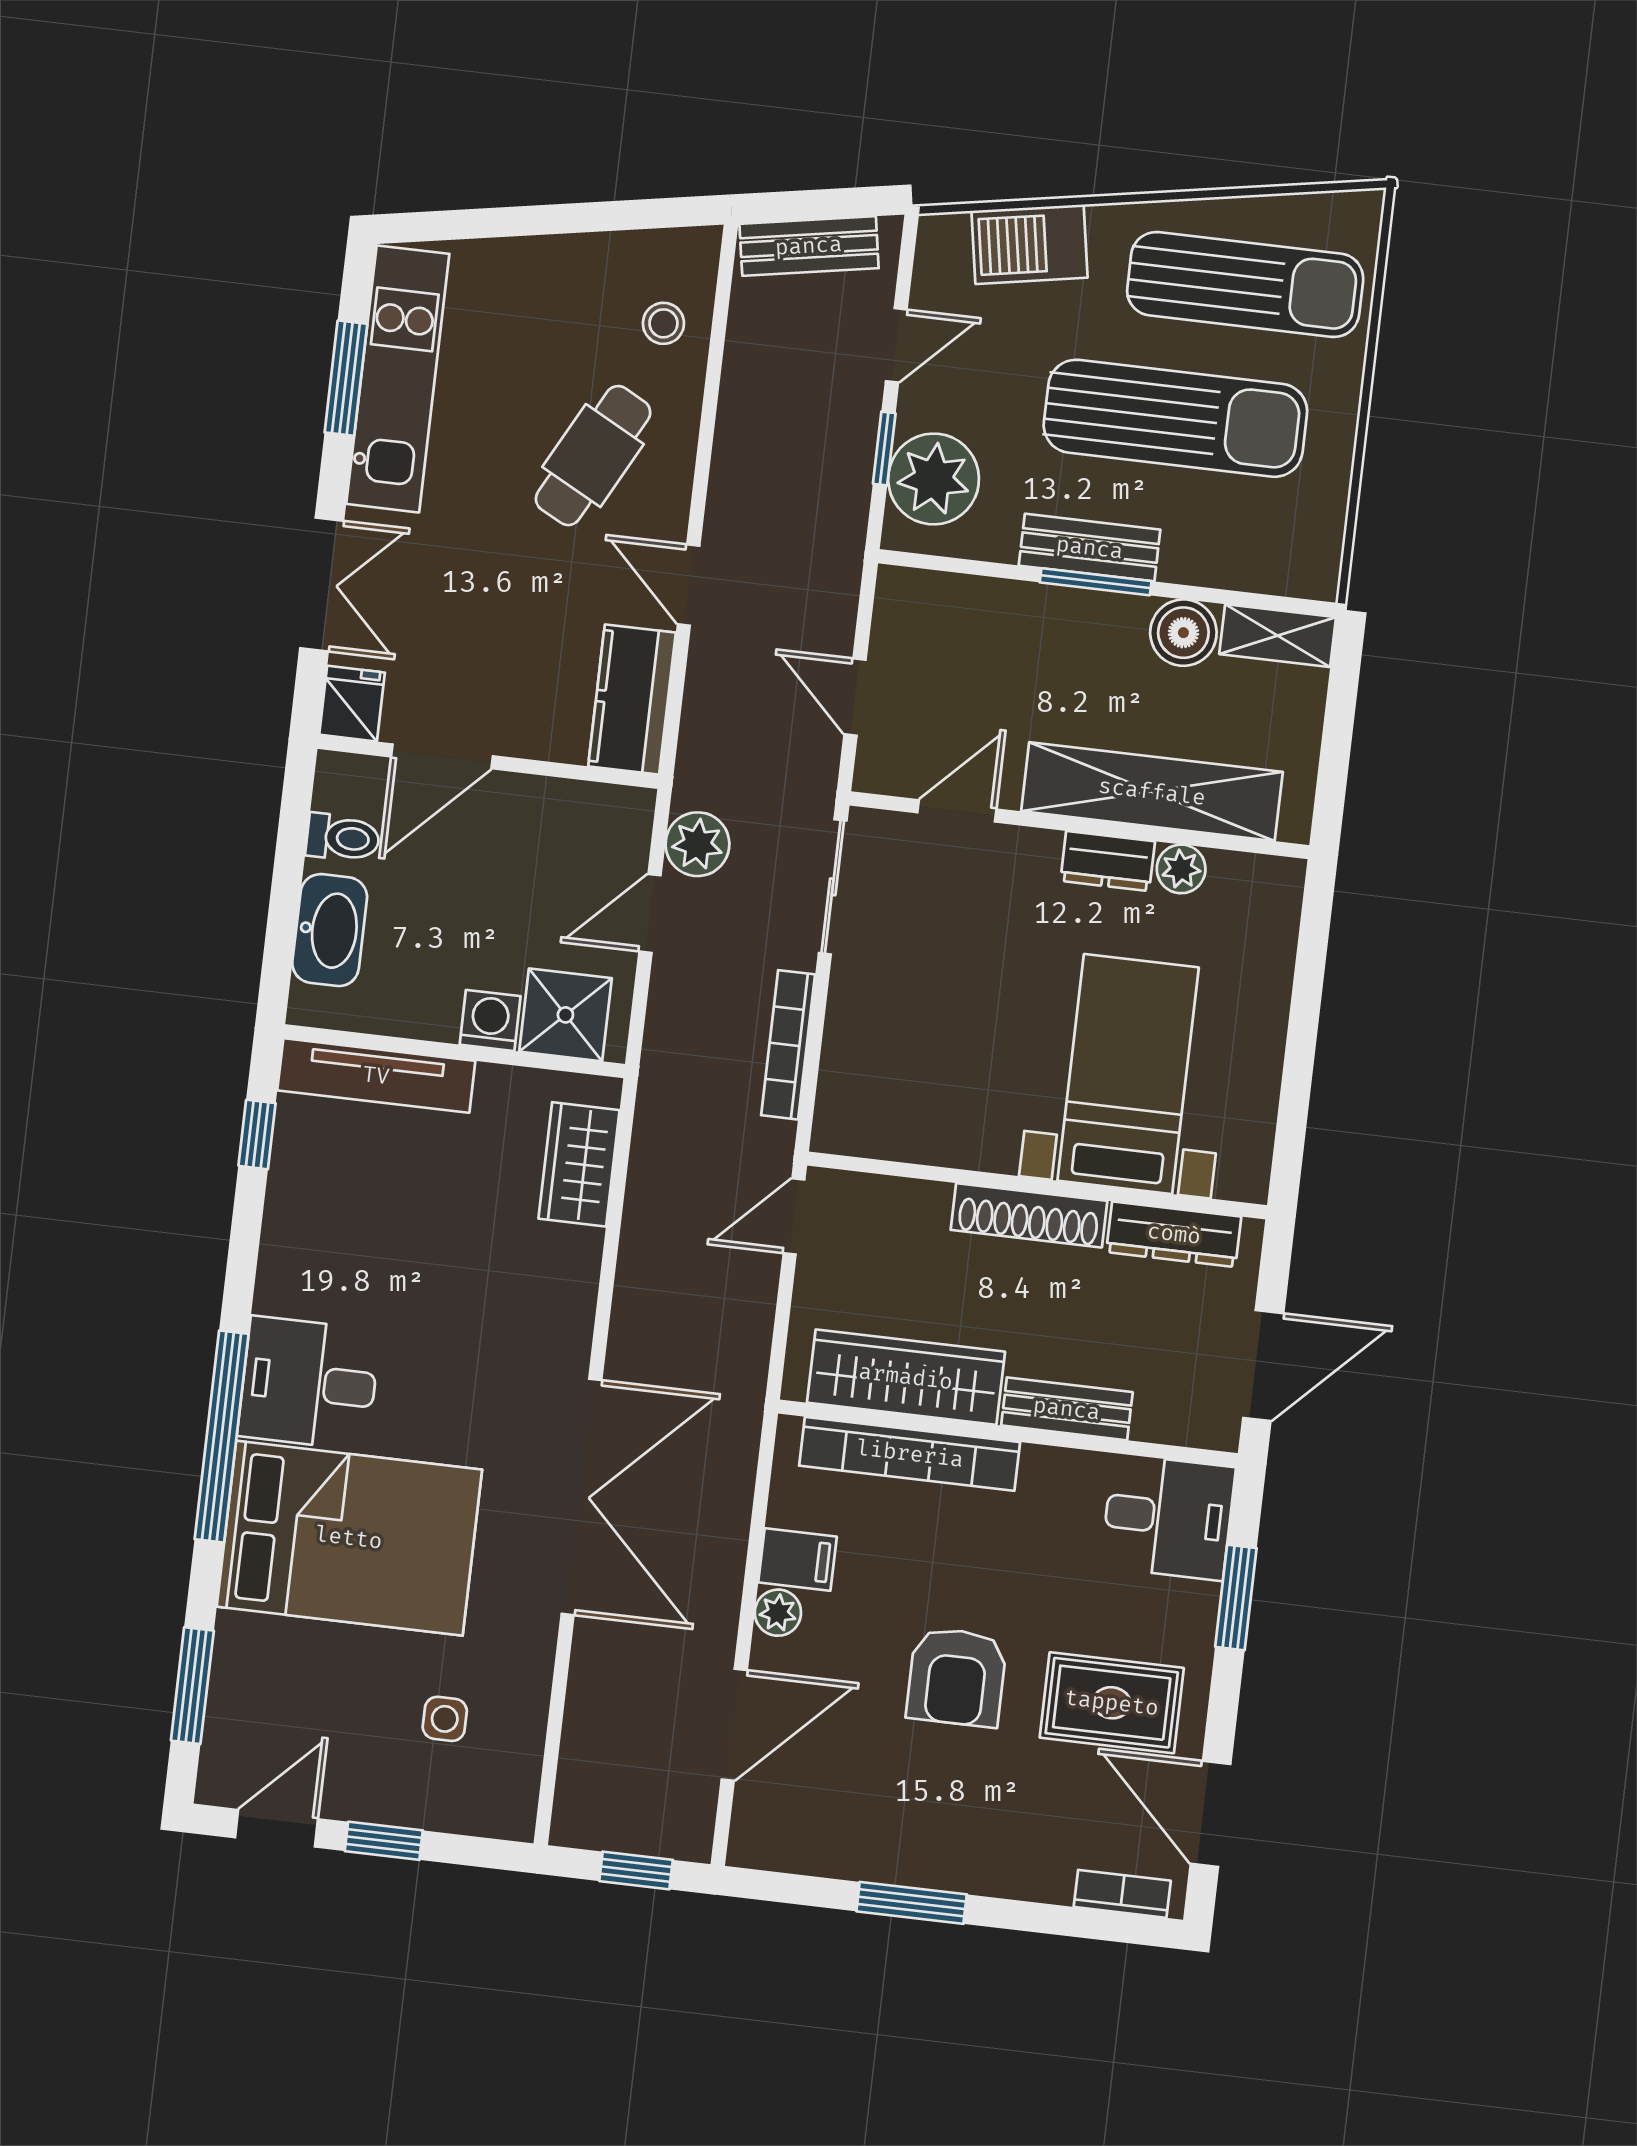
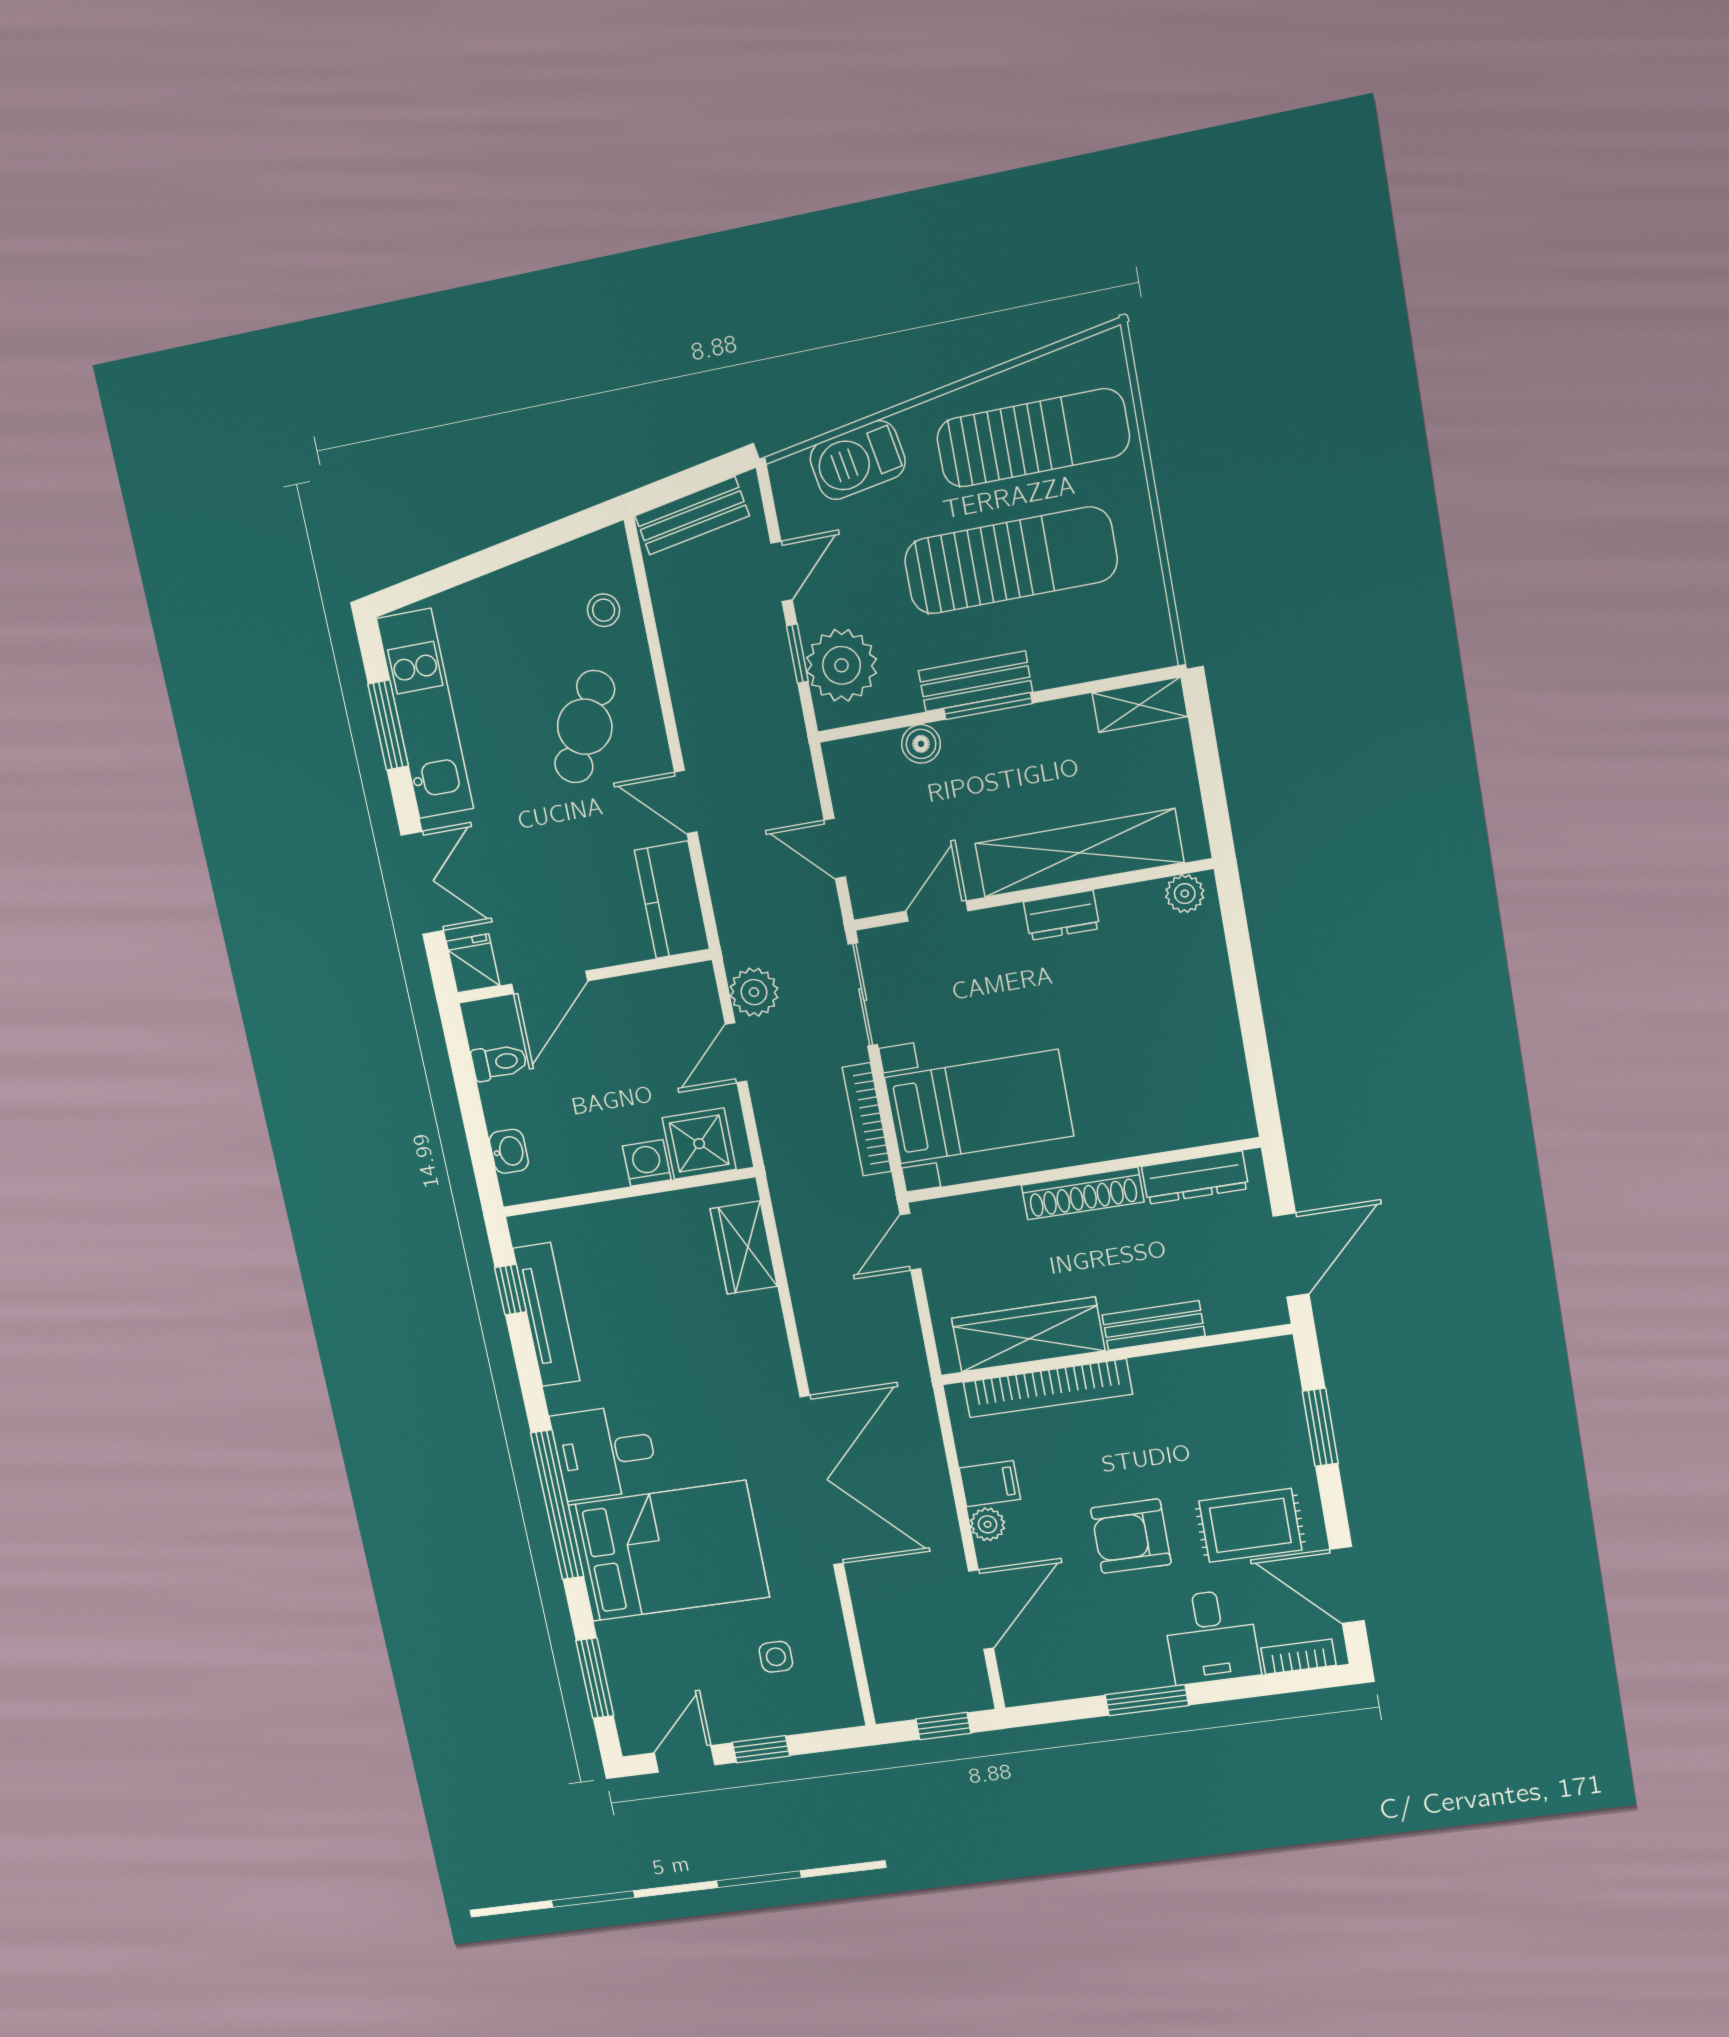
boiler: (1183, 633) -> (921, 744), moved, width x0.73, depth x0.73
plant: (1181, 869) -> (1185, 894), moved
washbasin: (330, 930) -> (509, 1151), width x0.52, depth x0.69
bed with nightstands: (1128, 1074) -> (979, 1107), moved, turned 90
tv unit: (376, 1076) -> (546, 1315), moved, turned -90
desk: (1168, 1517) -> (1211, 1637), moved, turned 90
armchair: (957, 1677) -> (1131, 1536), turned 90

